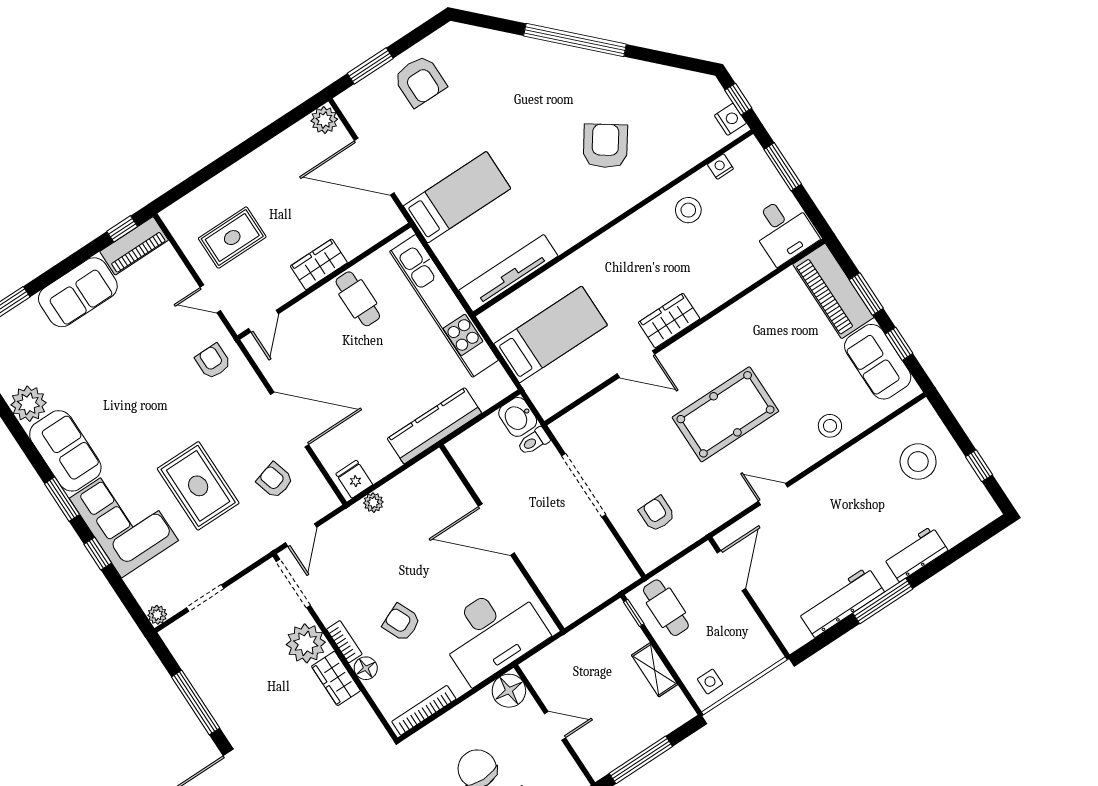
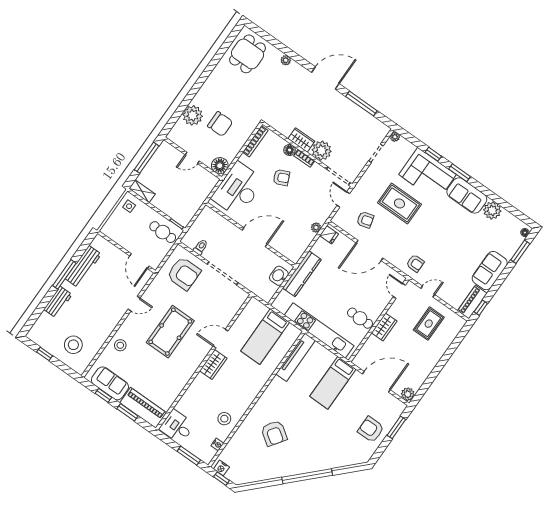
washbasin: (518, 417) -> (279, 276), moved, turned -90
toilet: (533, 441) -> (201, 247), moved
armchair: (657, 514) -> (184, 274), width x1.88, depth x1.88
shelving: (655, 670) -> (142, 191), moved

